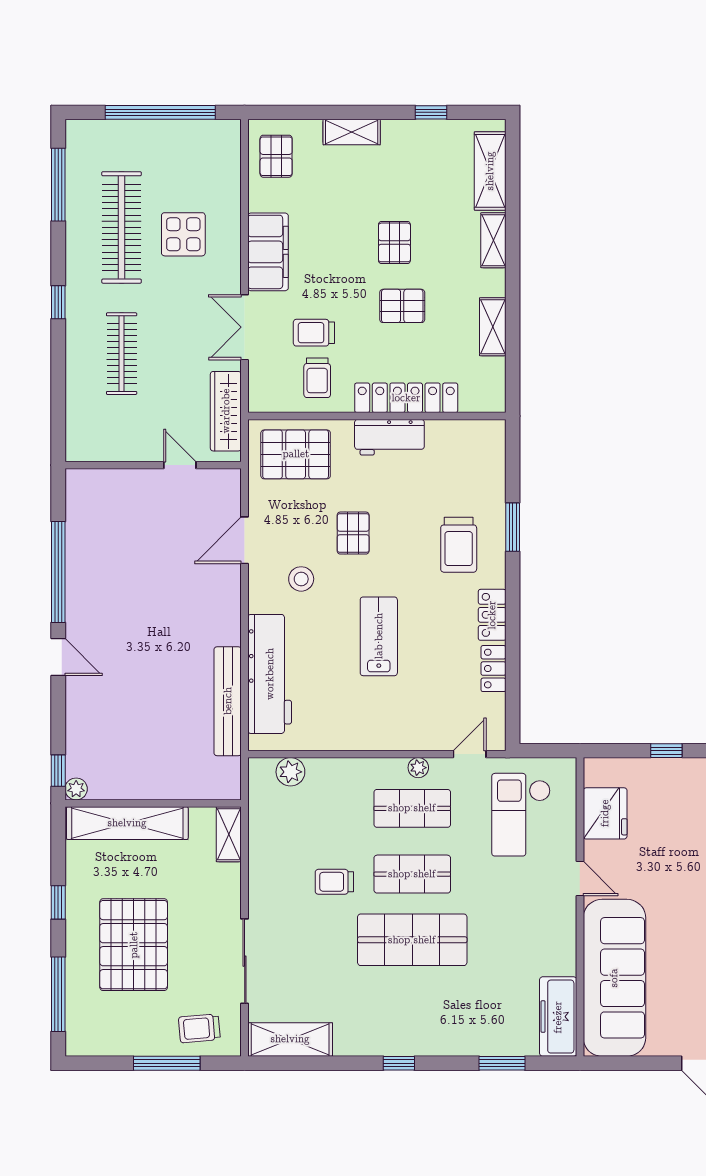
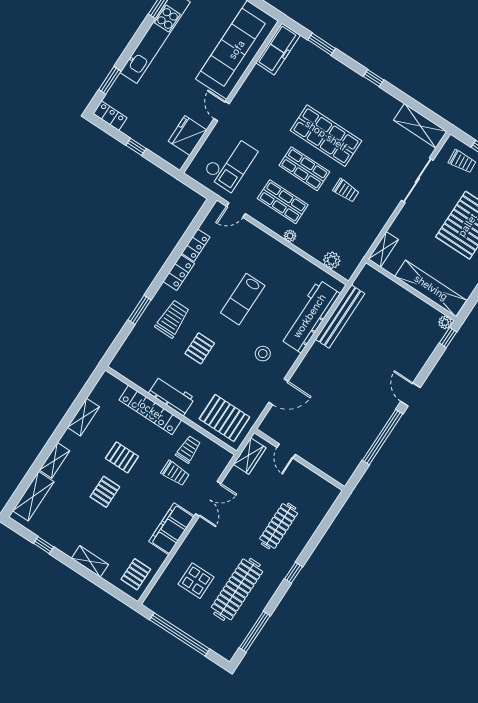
display table: (183, 234) -> (196, 581), moved
wardrobe: (226, 411) -> (250, 456), width x0.67
pallet: (353, 533) -> (200, 348), moved
plant: (418, 768) -> (290, 236), moved

